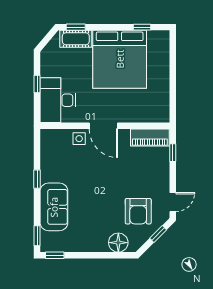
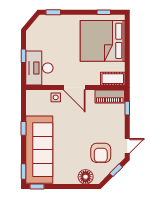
cot: (76, 39) -> (113, 79), moved
bed: (120, 59) -> (103, 41), moved, turned 90
sofa: (54, 207) -> (39, 150), width x1.85, depth x1.27

